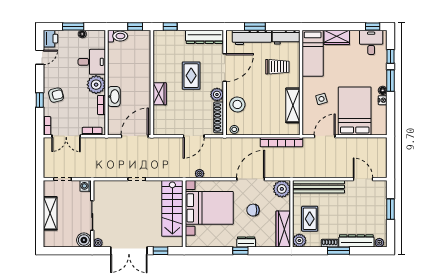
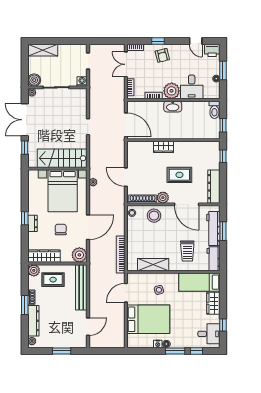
window: (373, 26) -> (223, 325), moved
washbasin: (114, 97) -> (173, 107), moved
door: (325, 136) -> (126, 293), swing flipped
door: (251, 179) -> (88, 227), hinge flipped
shelving: (50, 213) -> (43, 50), moved

